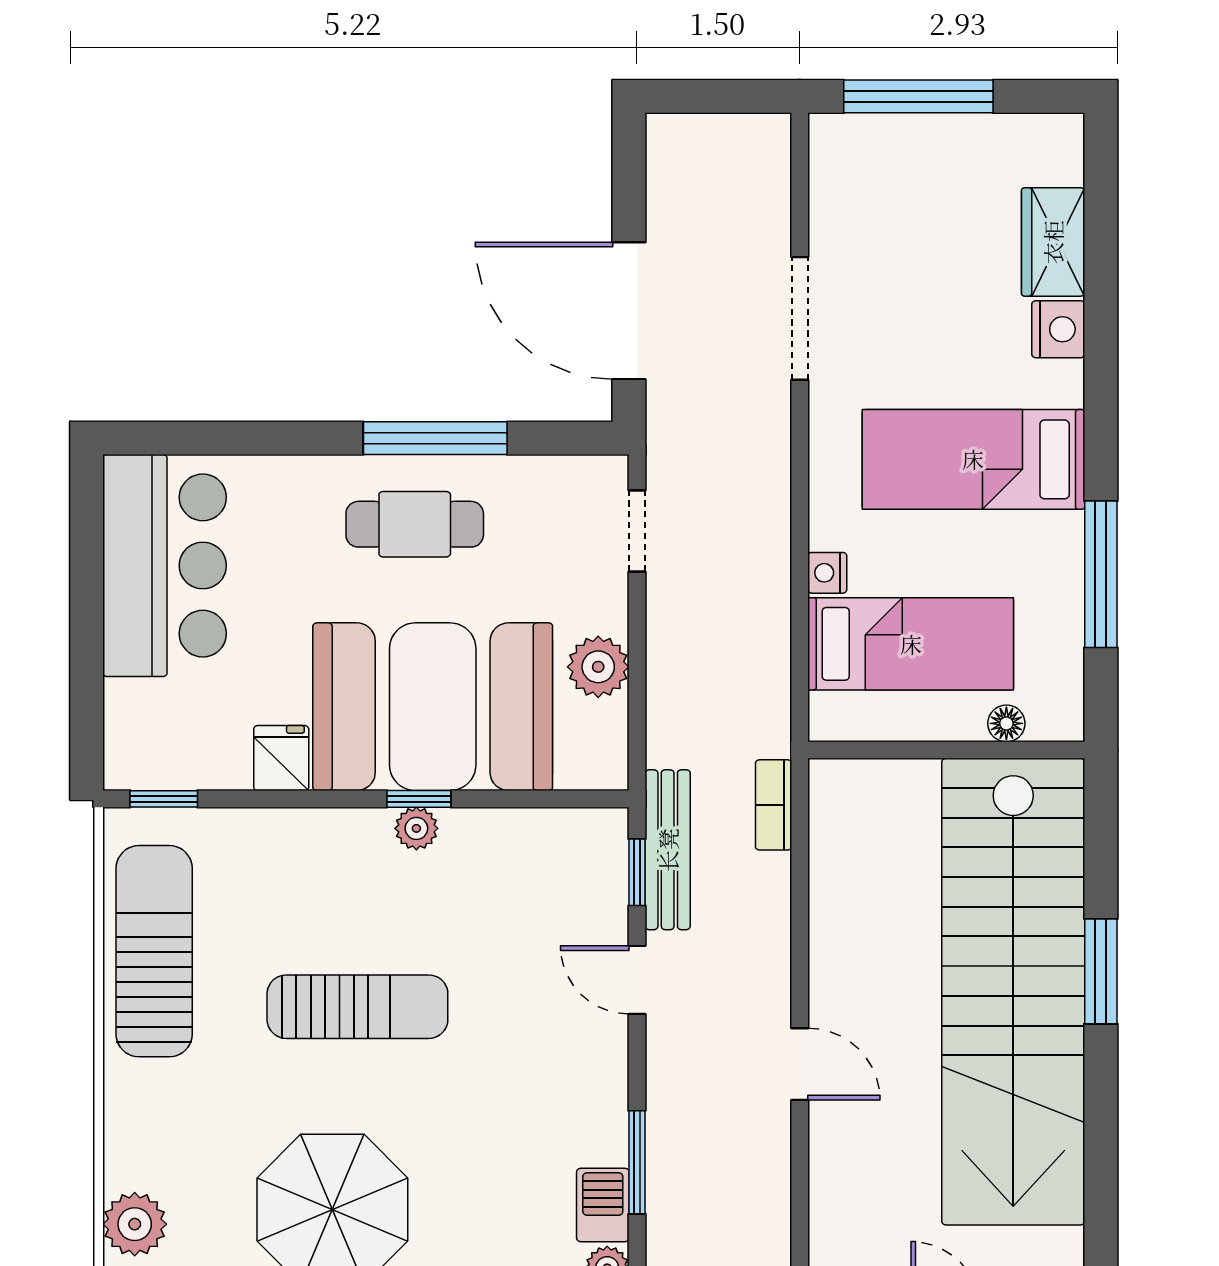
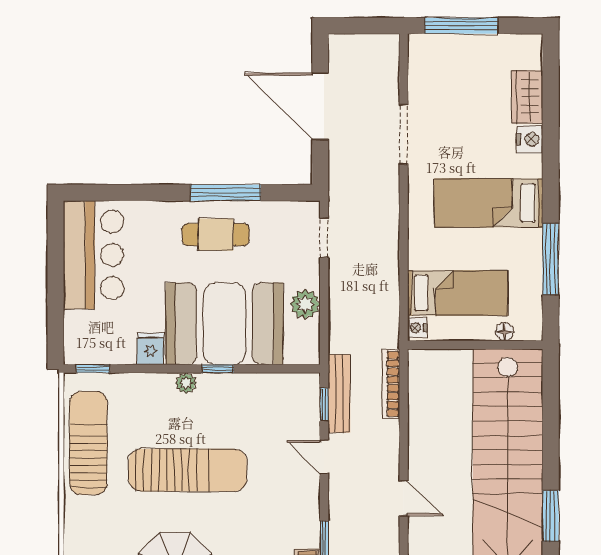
door: (629, 311) -> (320, 106), moved
nightstand: (827, 573) -> (417, 328), moved
bookcase: (774, 805) -> (391, 384), width x1.56
plant: (416, 828) -> (186, 383), moved
window: (1101, 971) -> (551, 516), moved
sun lounger: (357, 1007) -> (188, 470), width x1.36, depth x1.34

